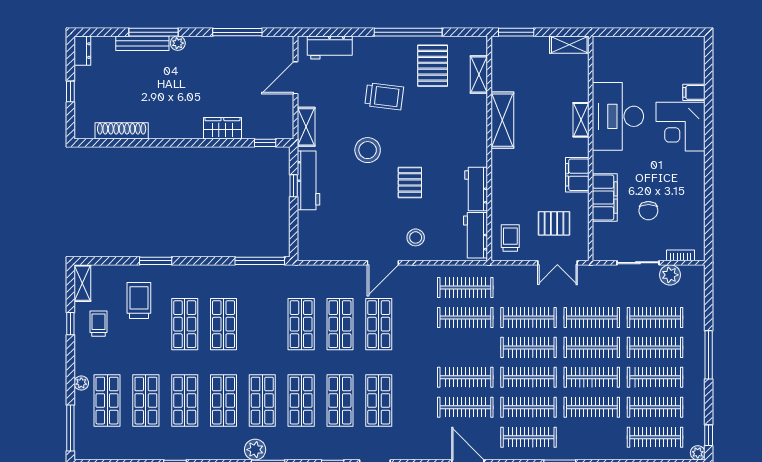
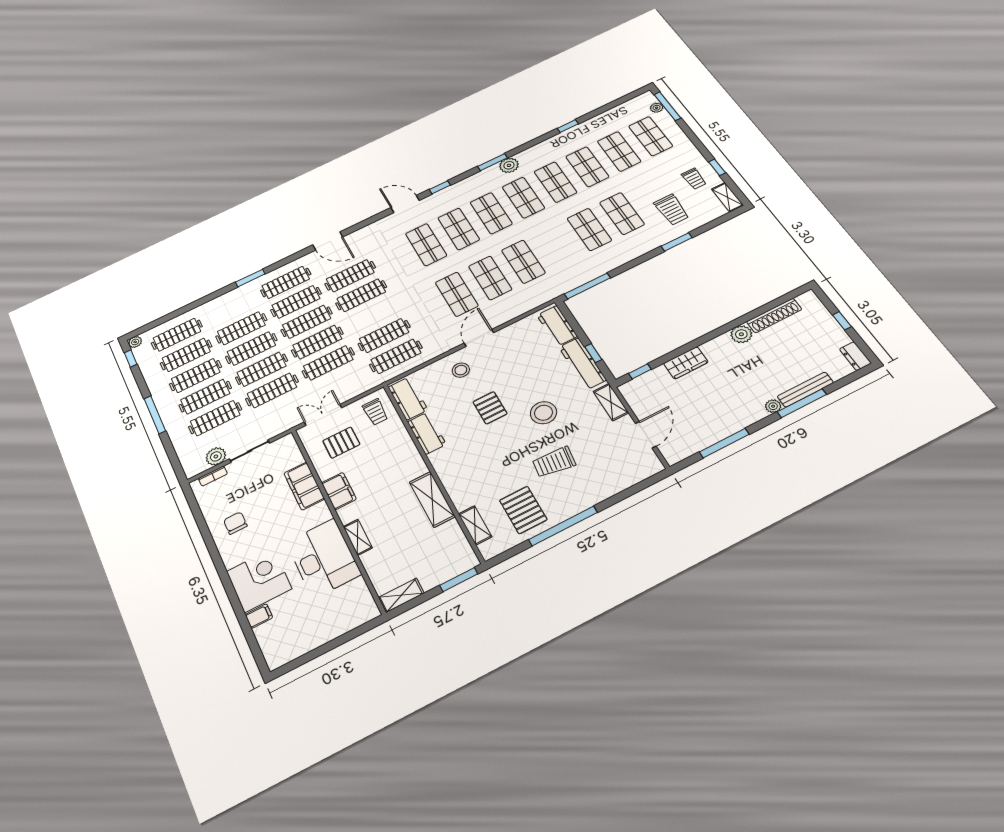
workbench: (330, 47) -> (557, 326), moved, turned -90
plant: (160, 129) -> (741, 334), added
chair: (648, 211) -> (235, 523), moved
plant: (81, 383) -> (657, 108), moved

